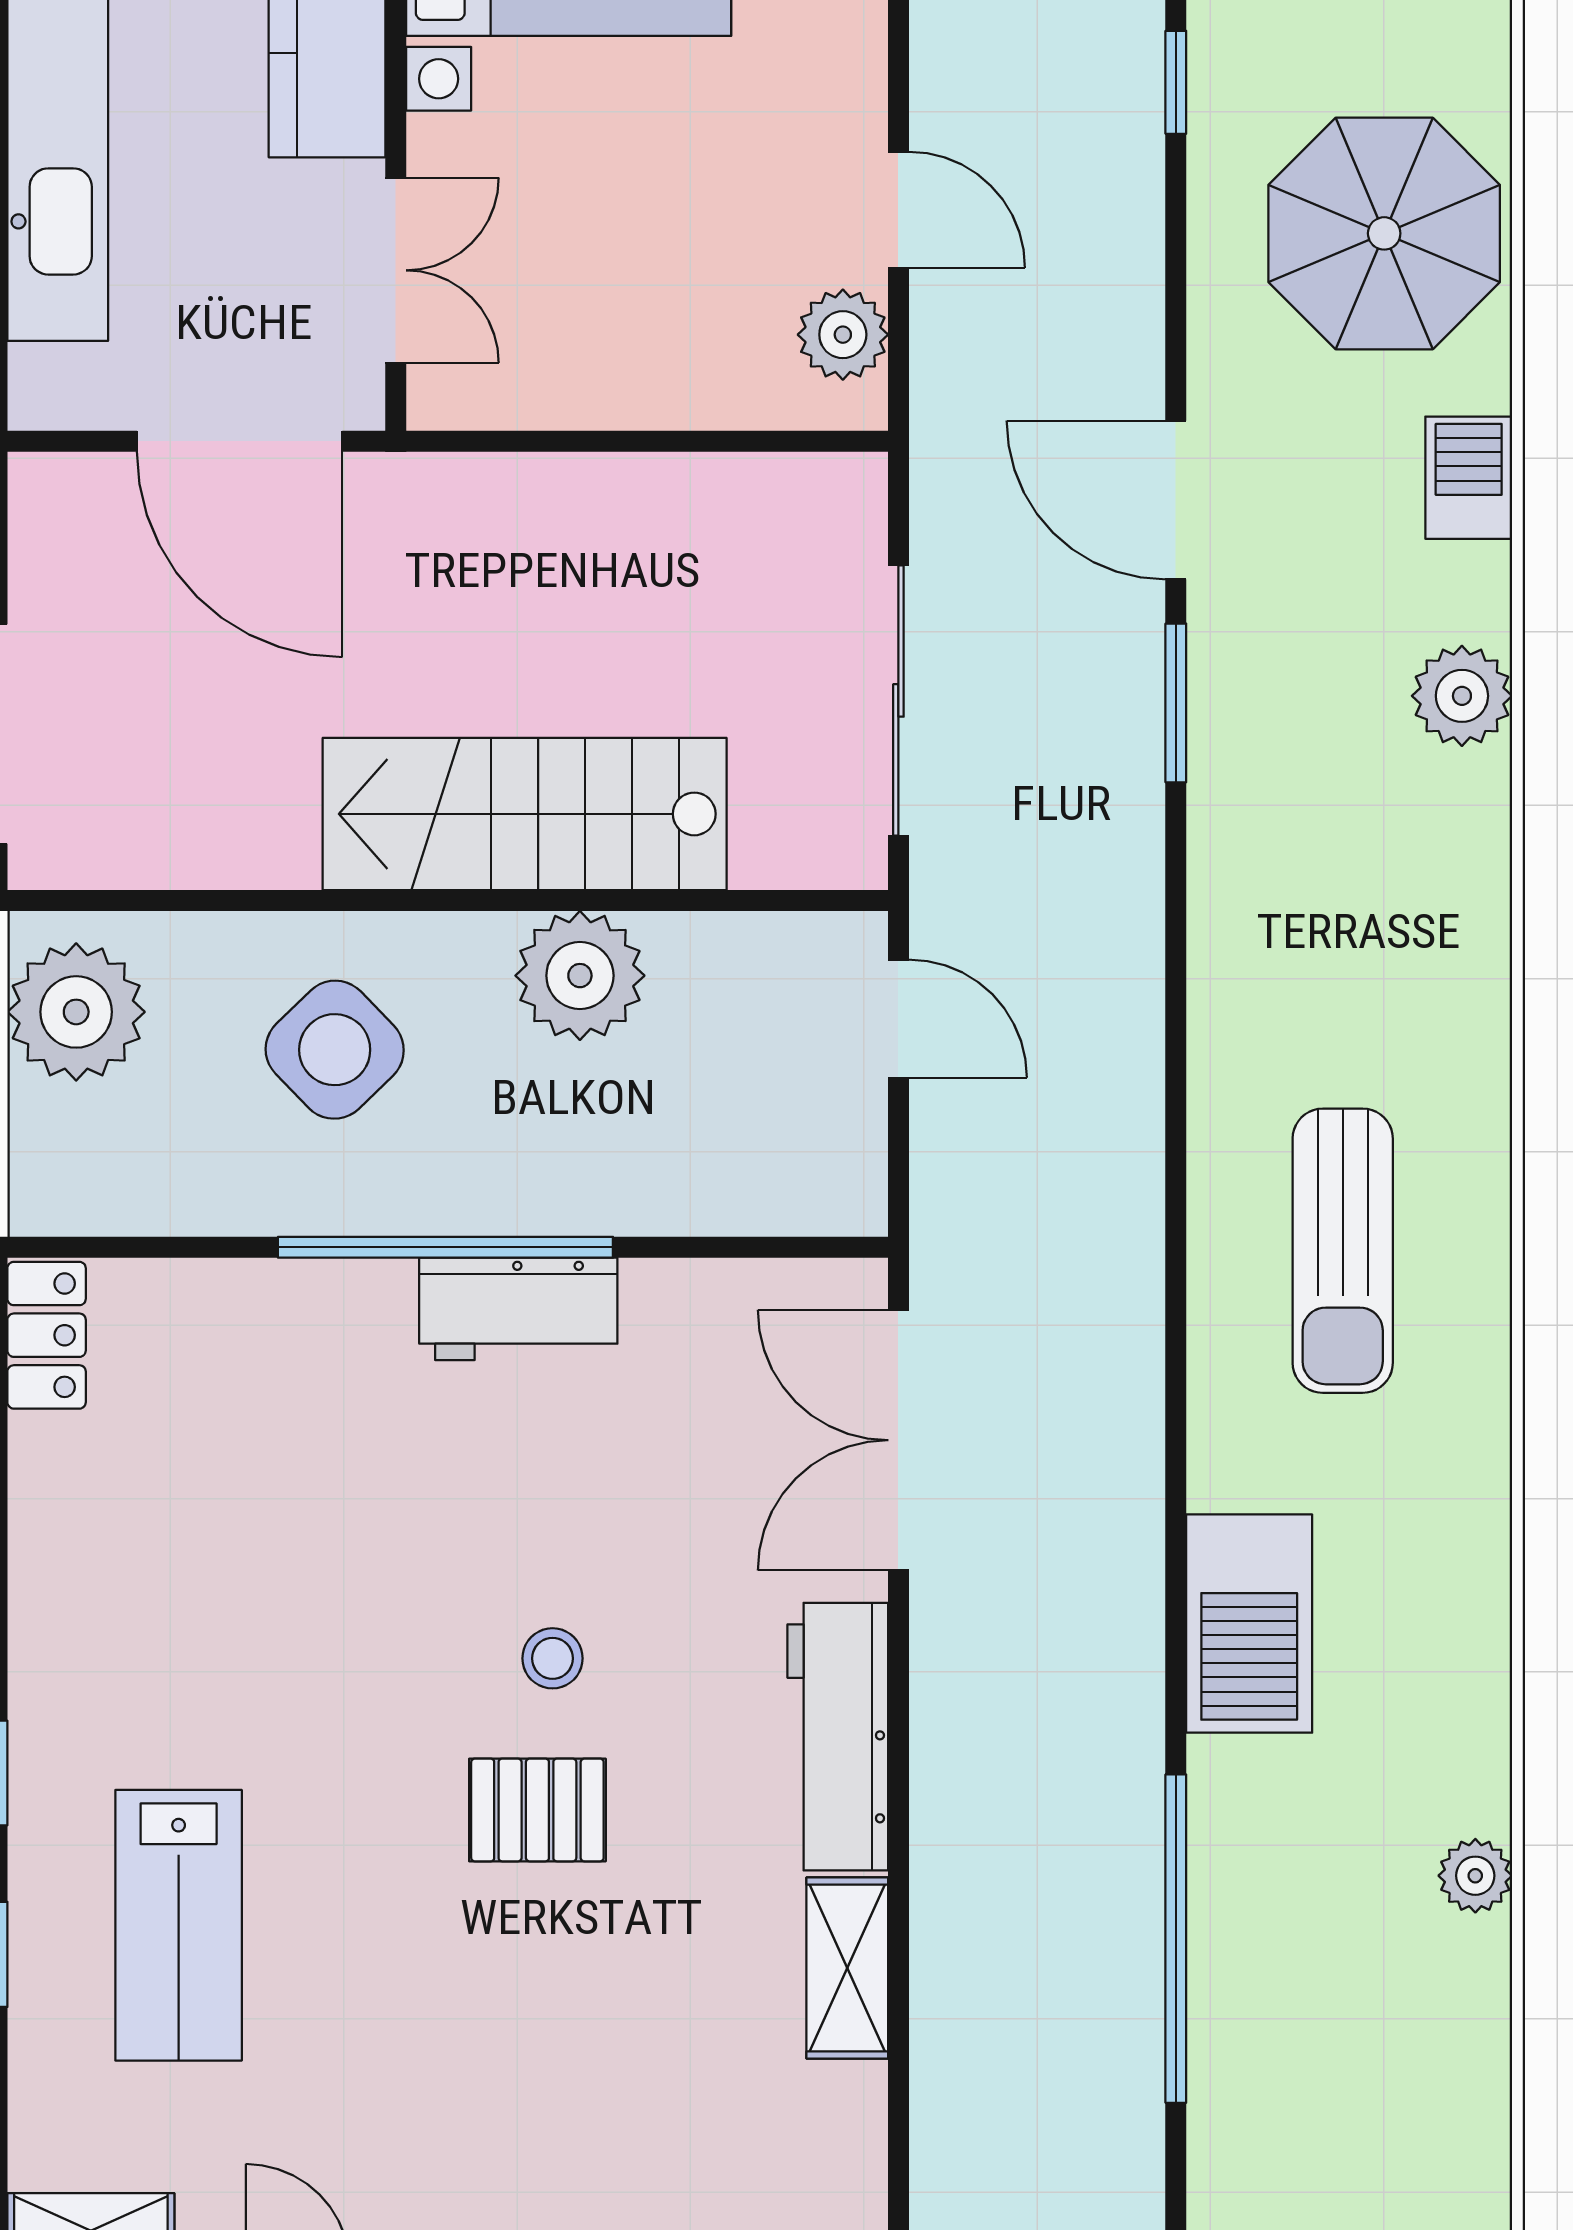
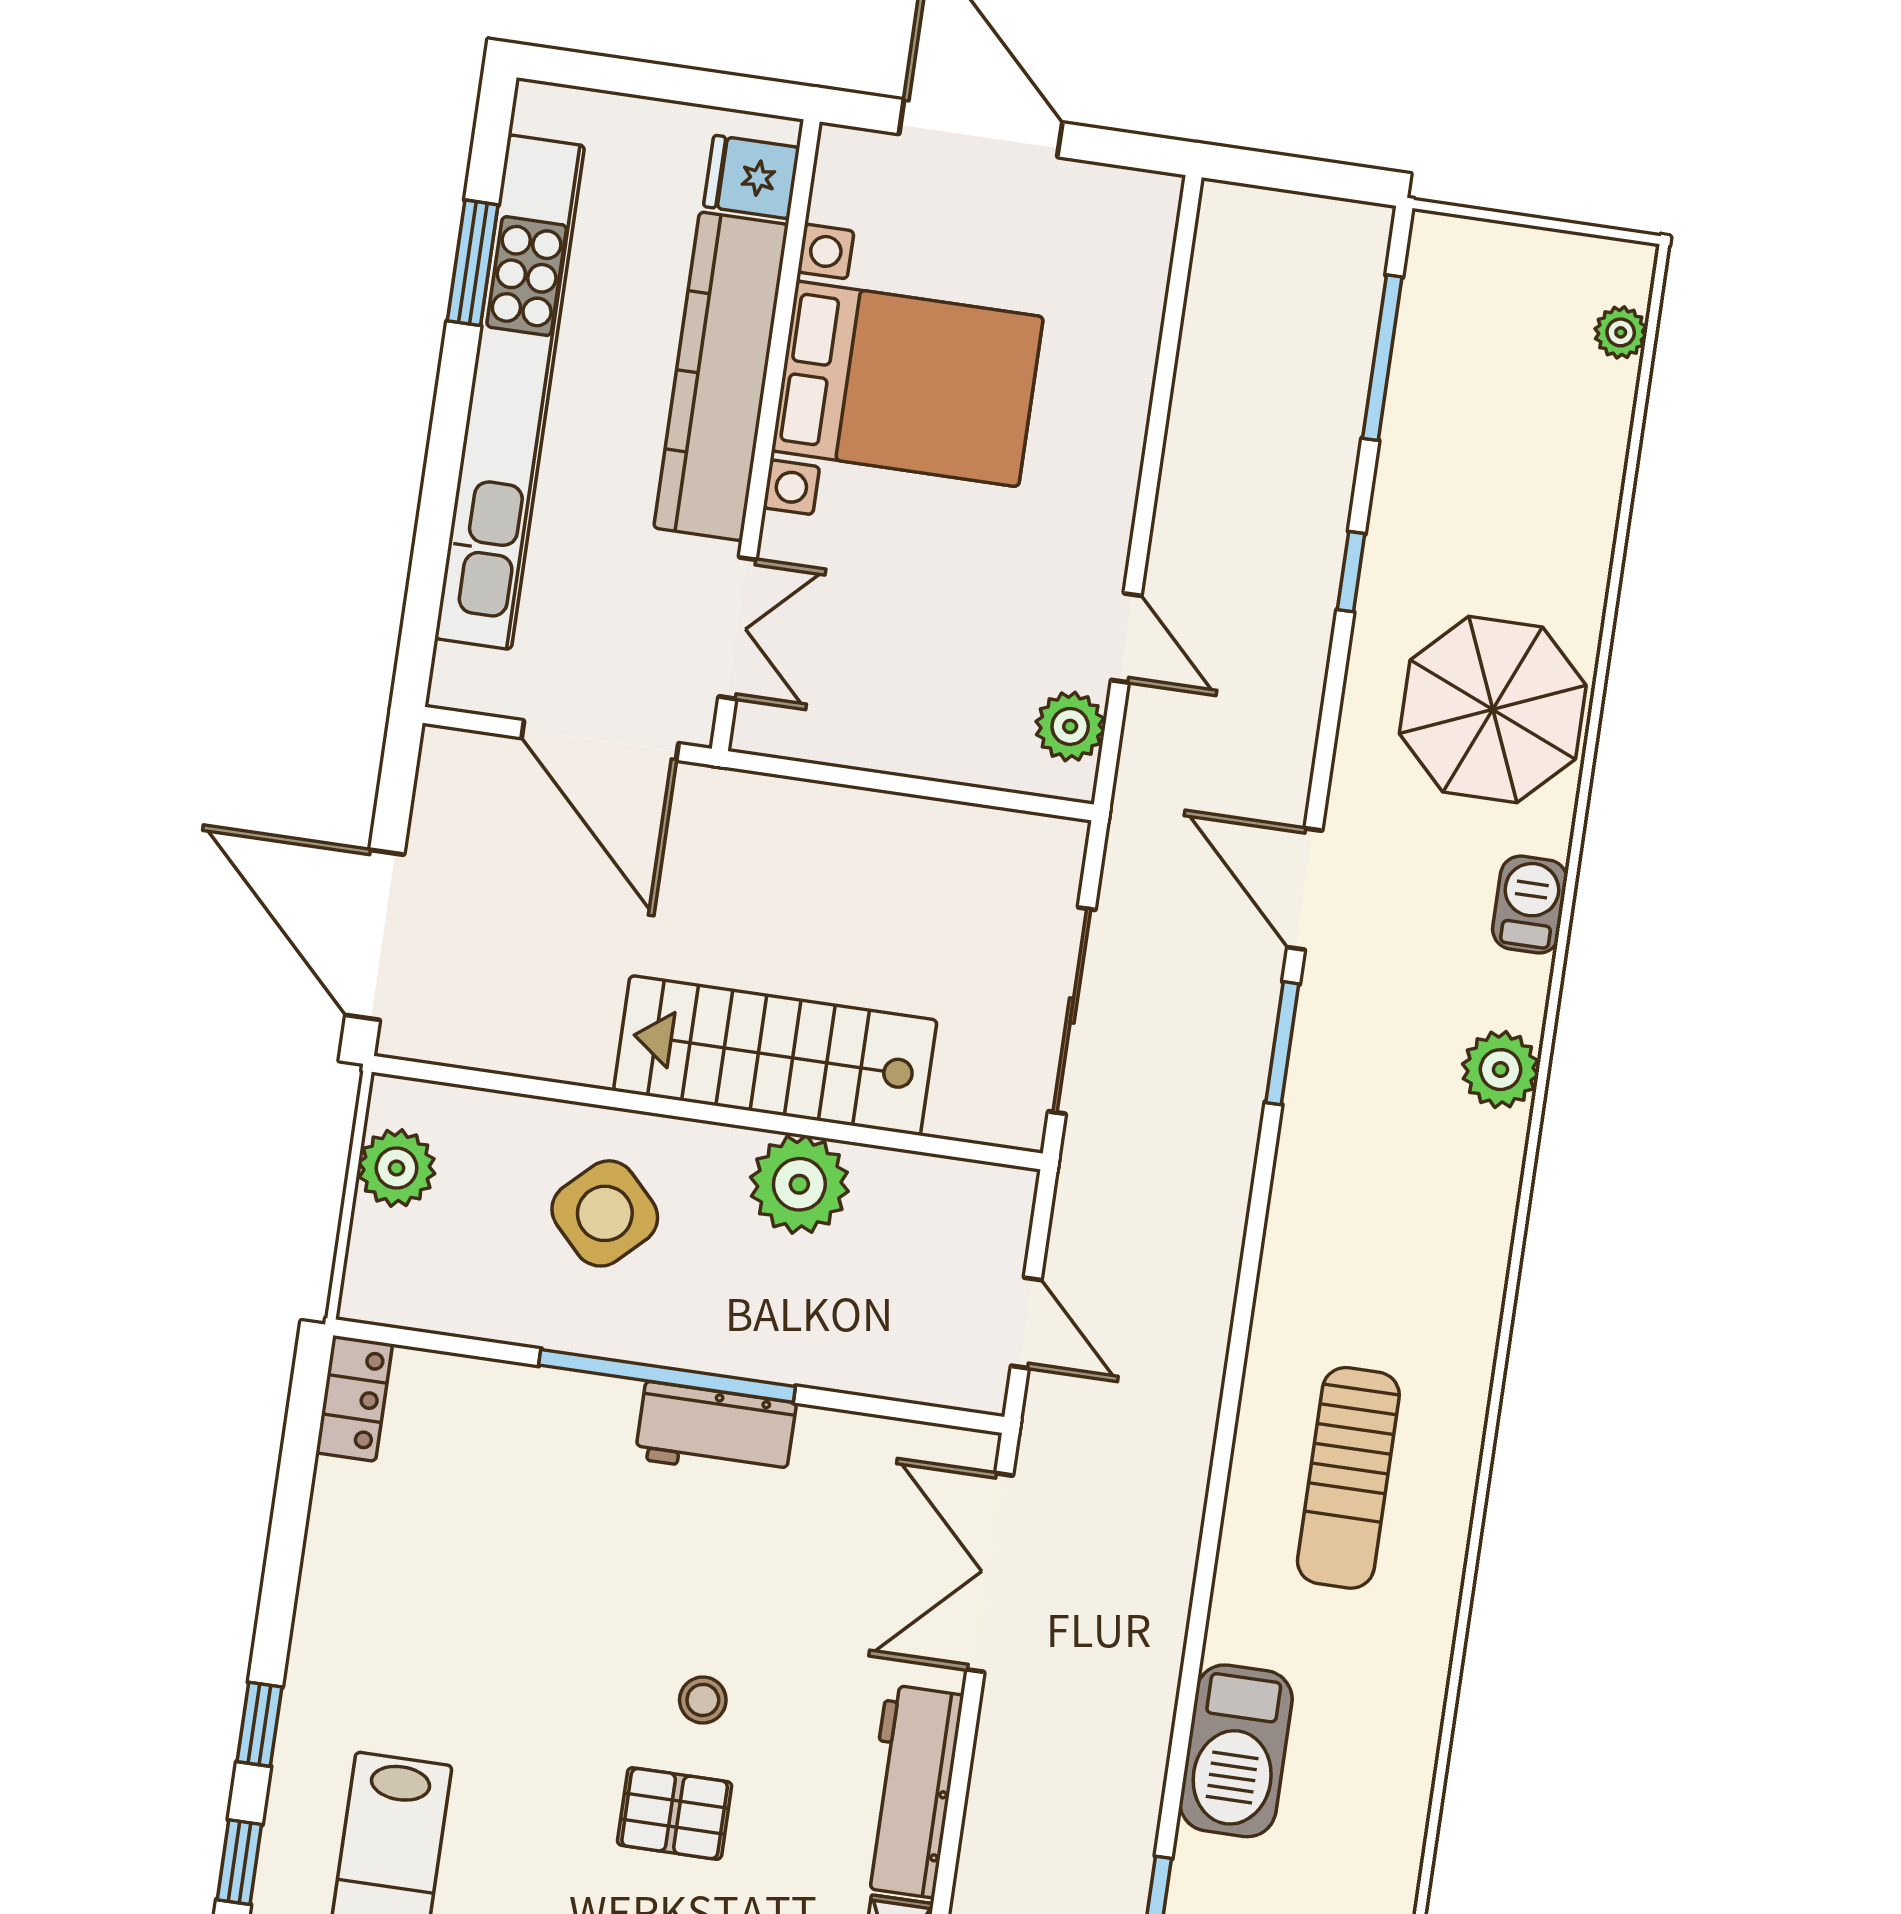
plant: (76, 1012) -> (397, 1168), width x0.73, depth x0.73
door: (898, 1019) -> (1026, 1323), moved

